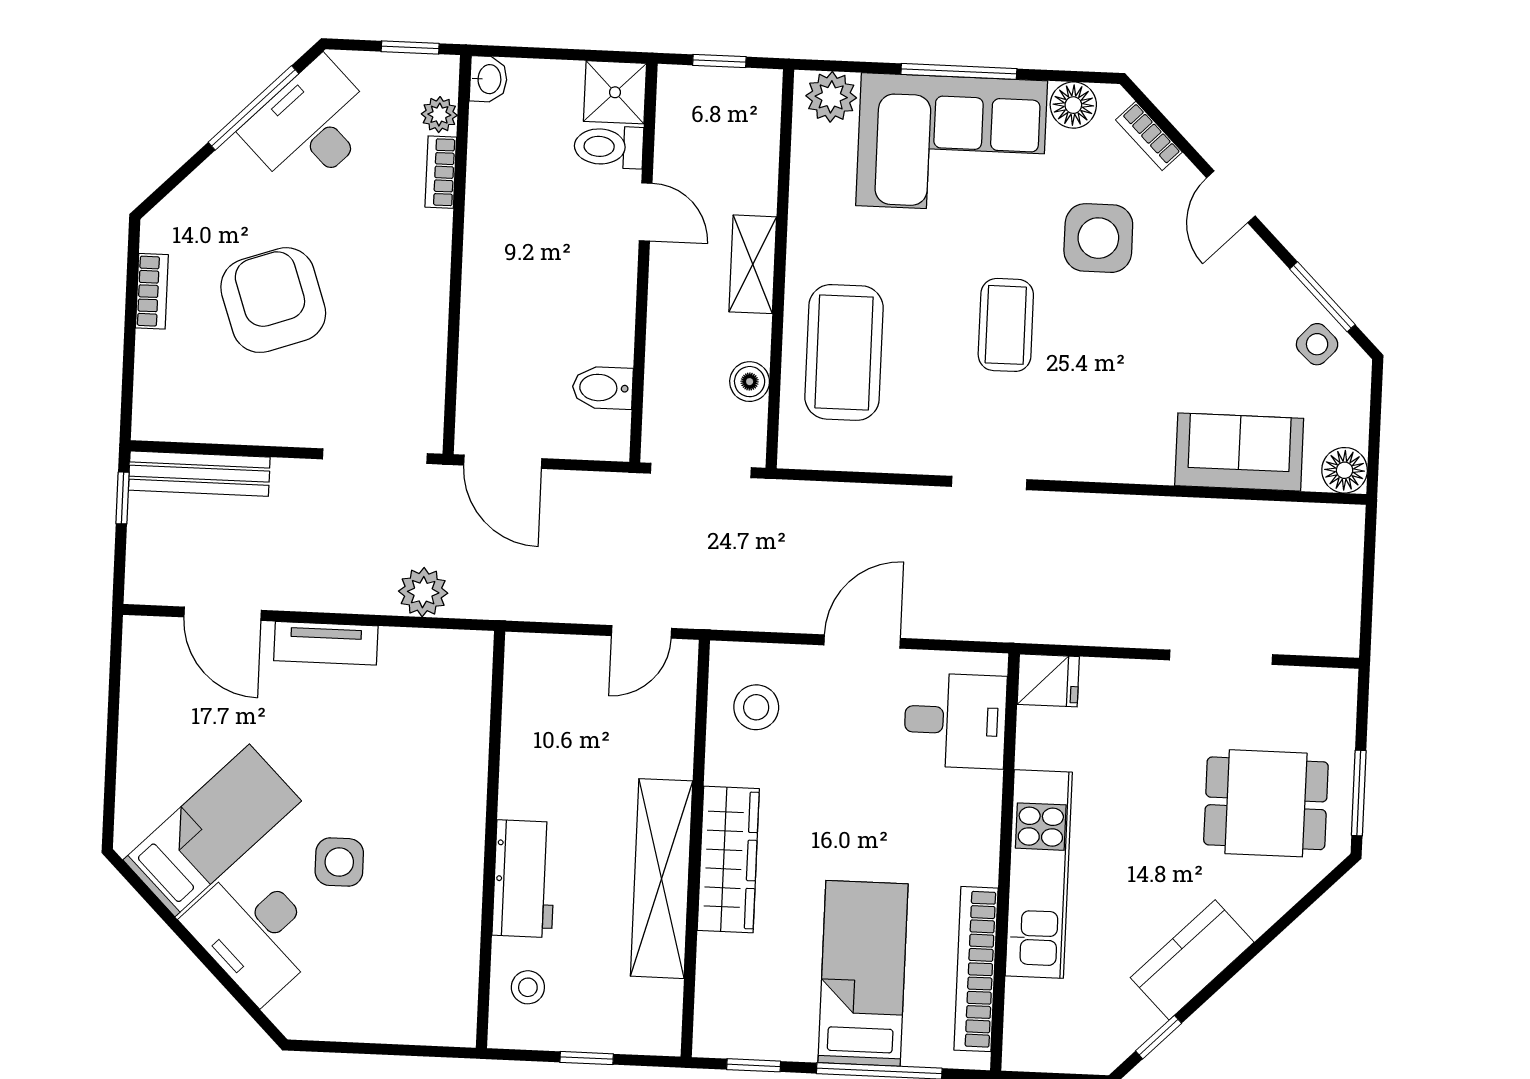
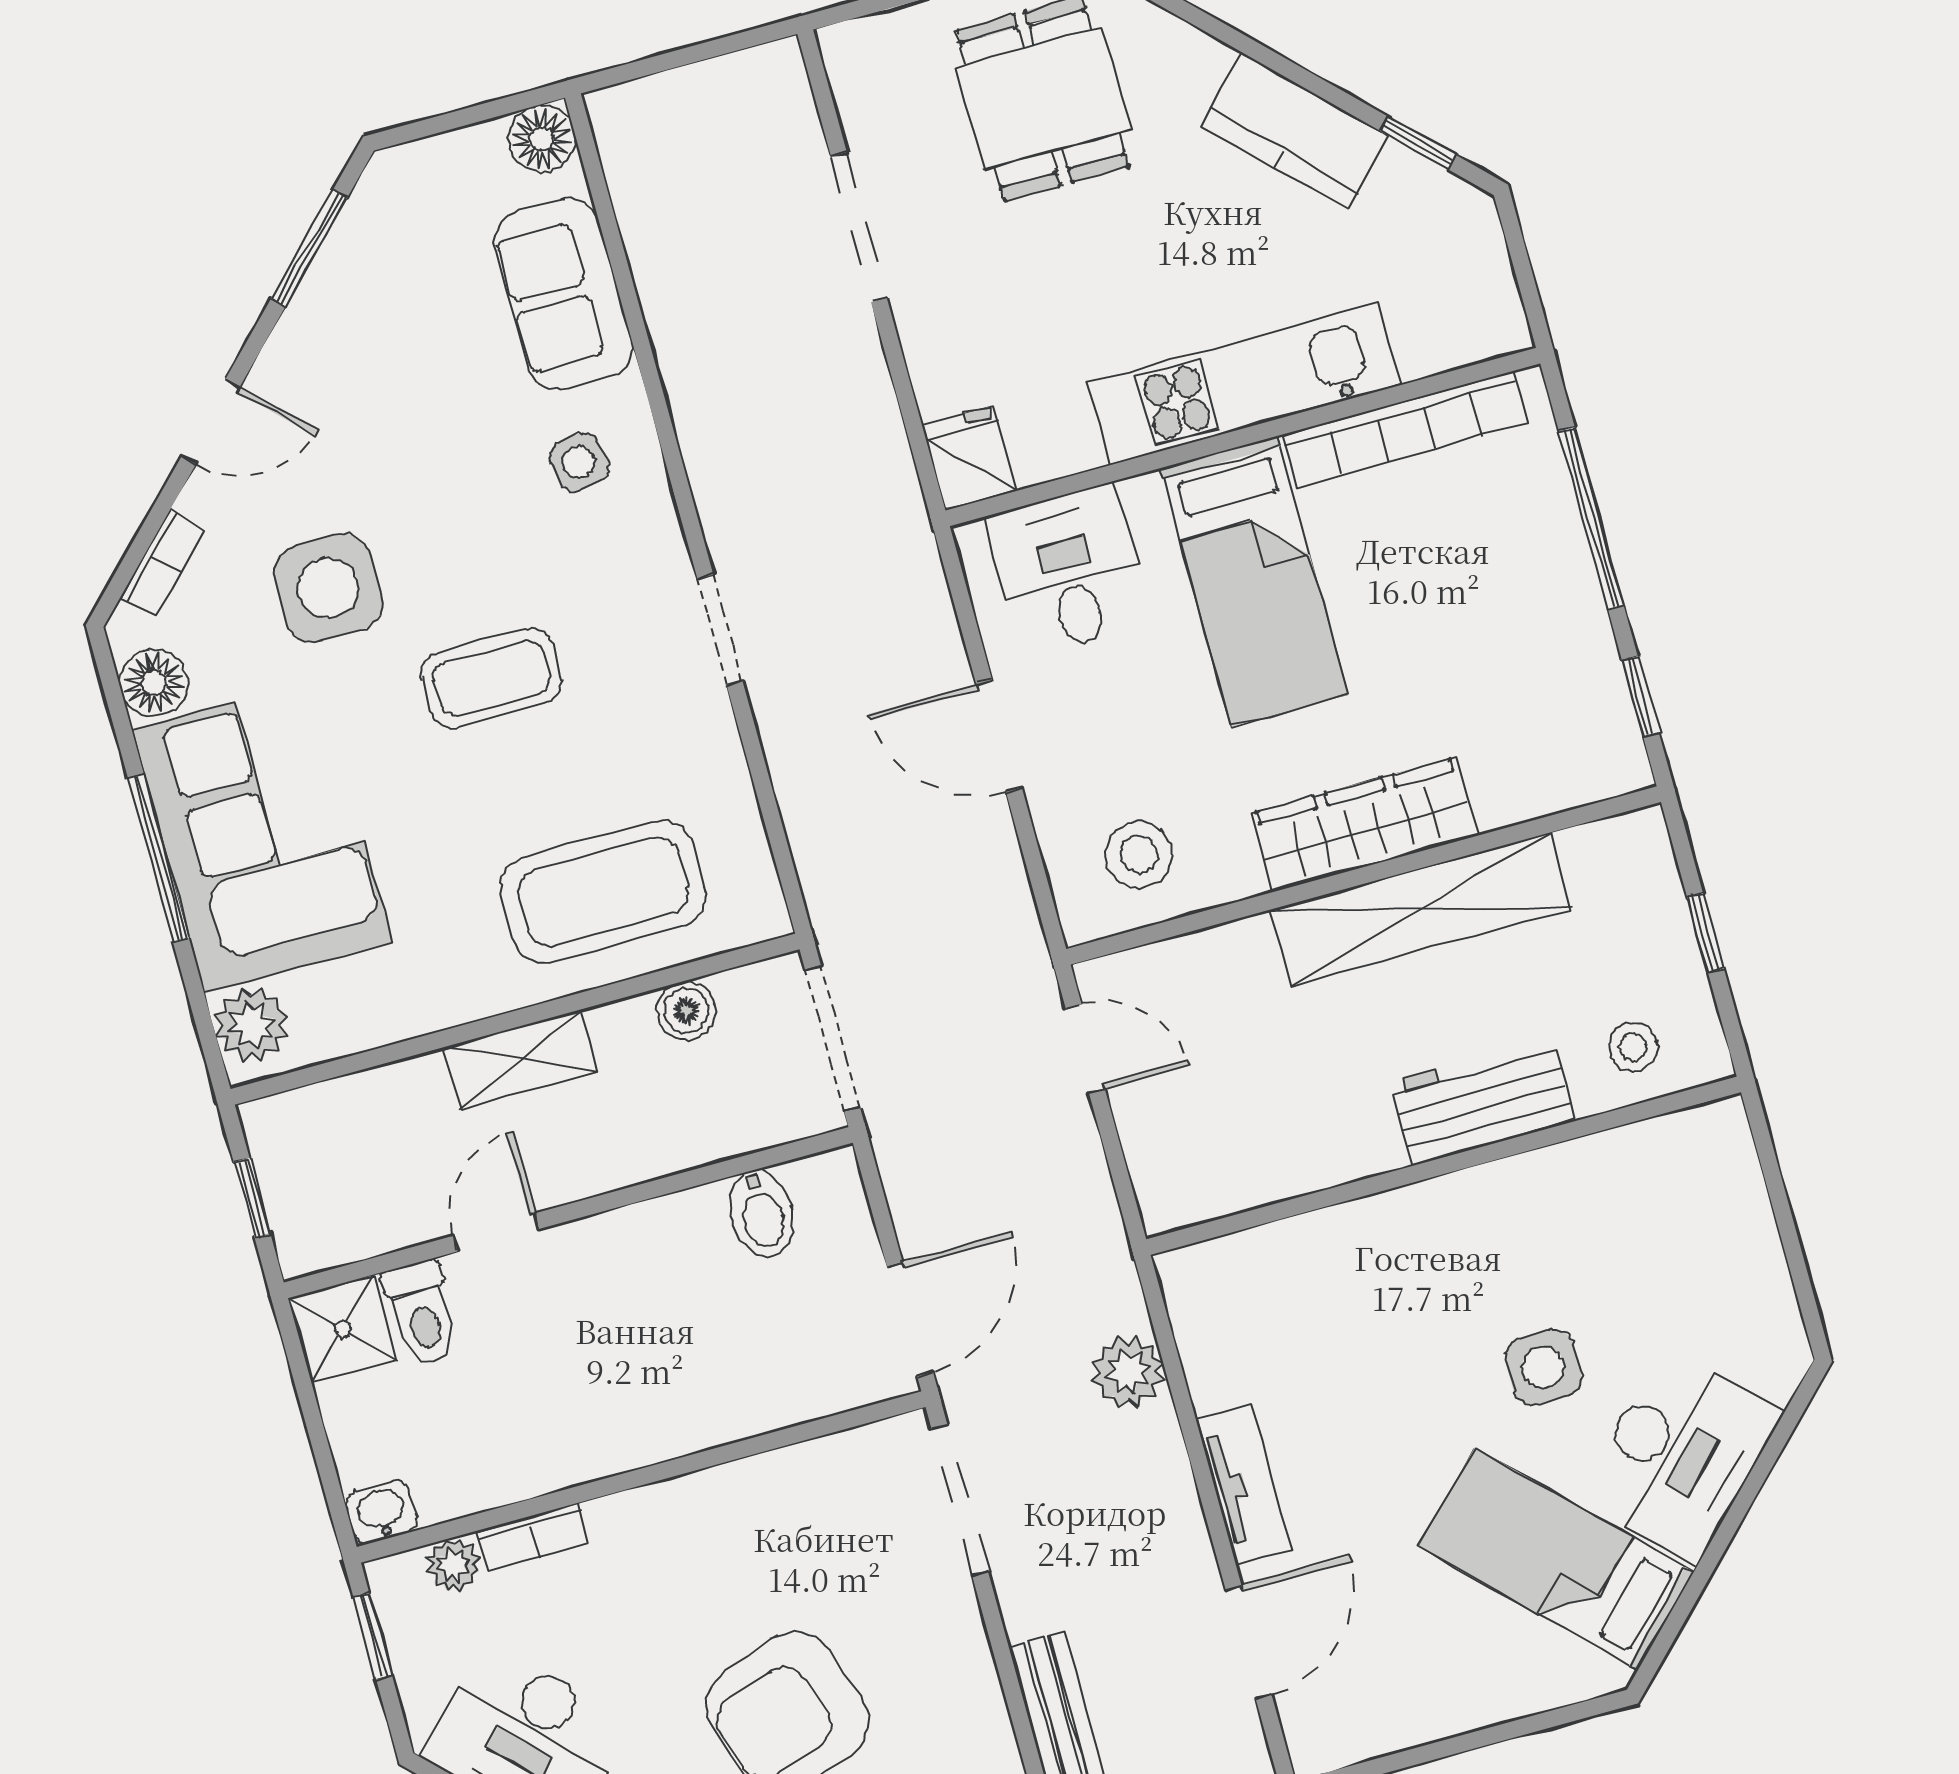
side table: (1317, 344) -> (579, 462), moved, turned 36
bed: (863, 973) -> (1254, 581), moved, turned -90

